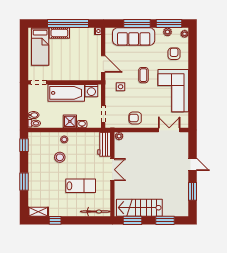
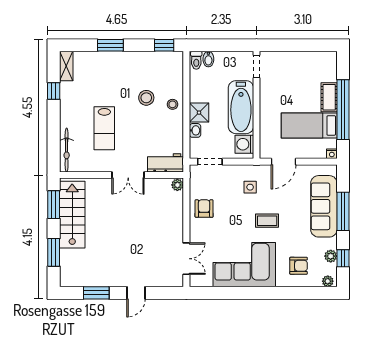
window: (169, 23) -> (343, 258), width x0.46
bed: (40, 46) -> (309, 125), moved

